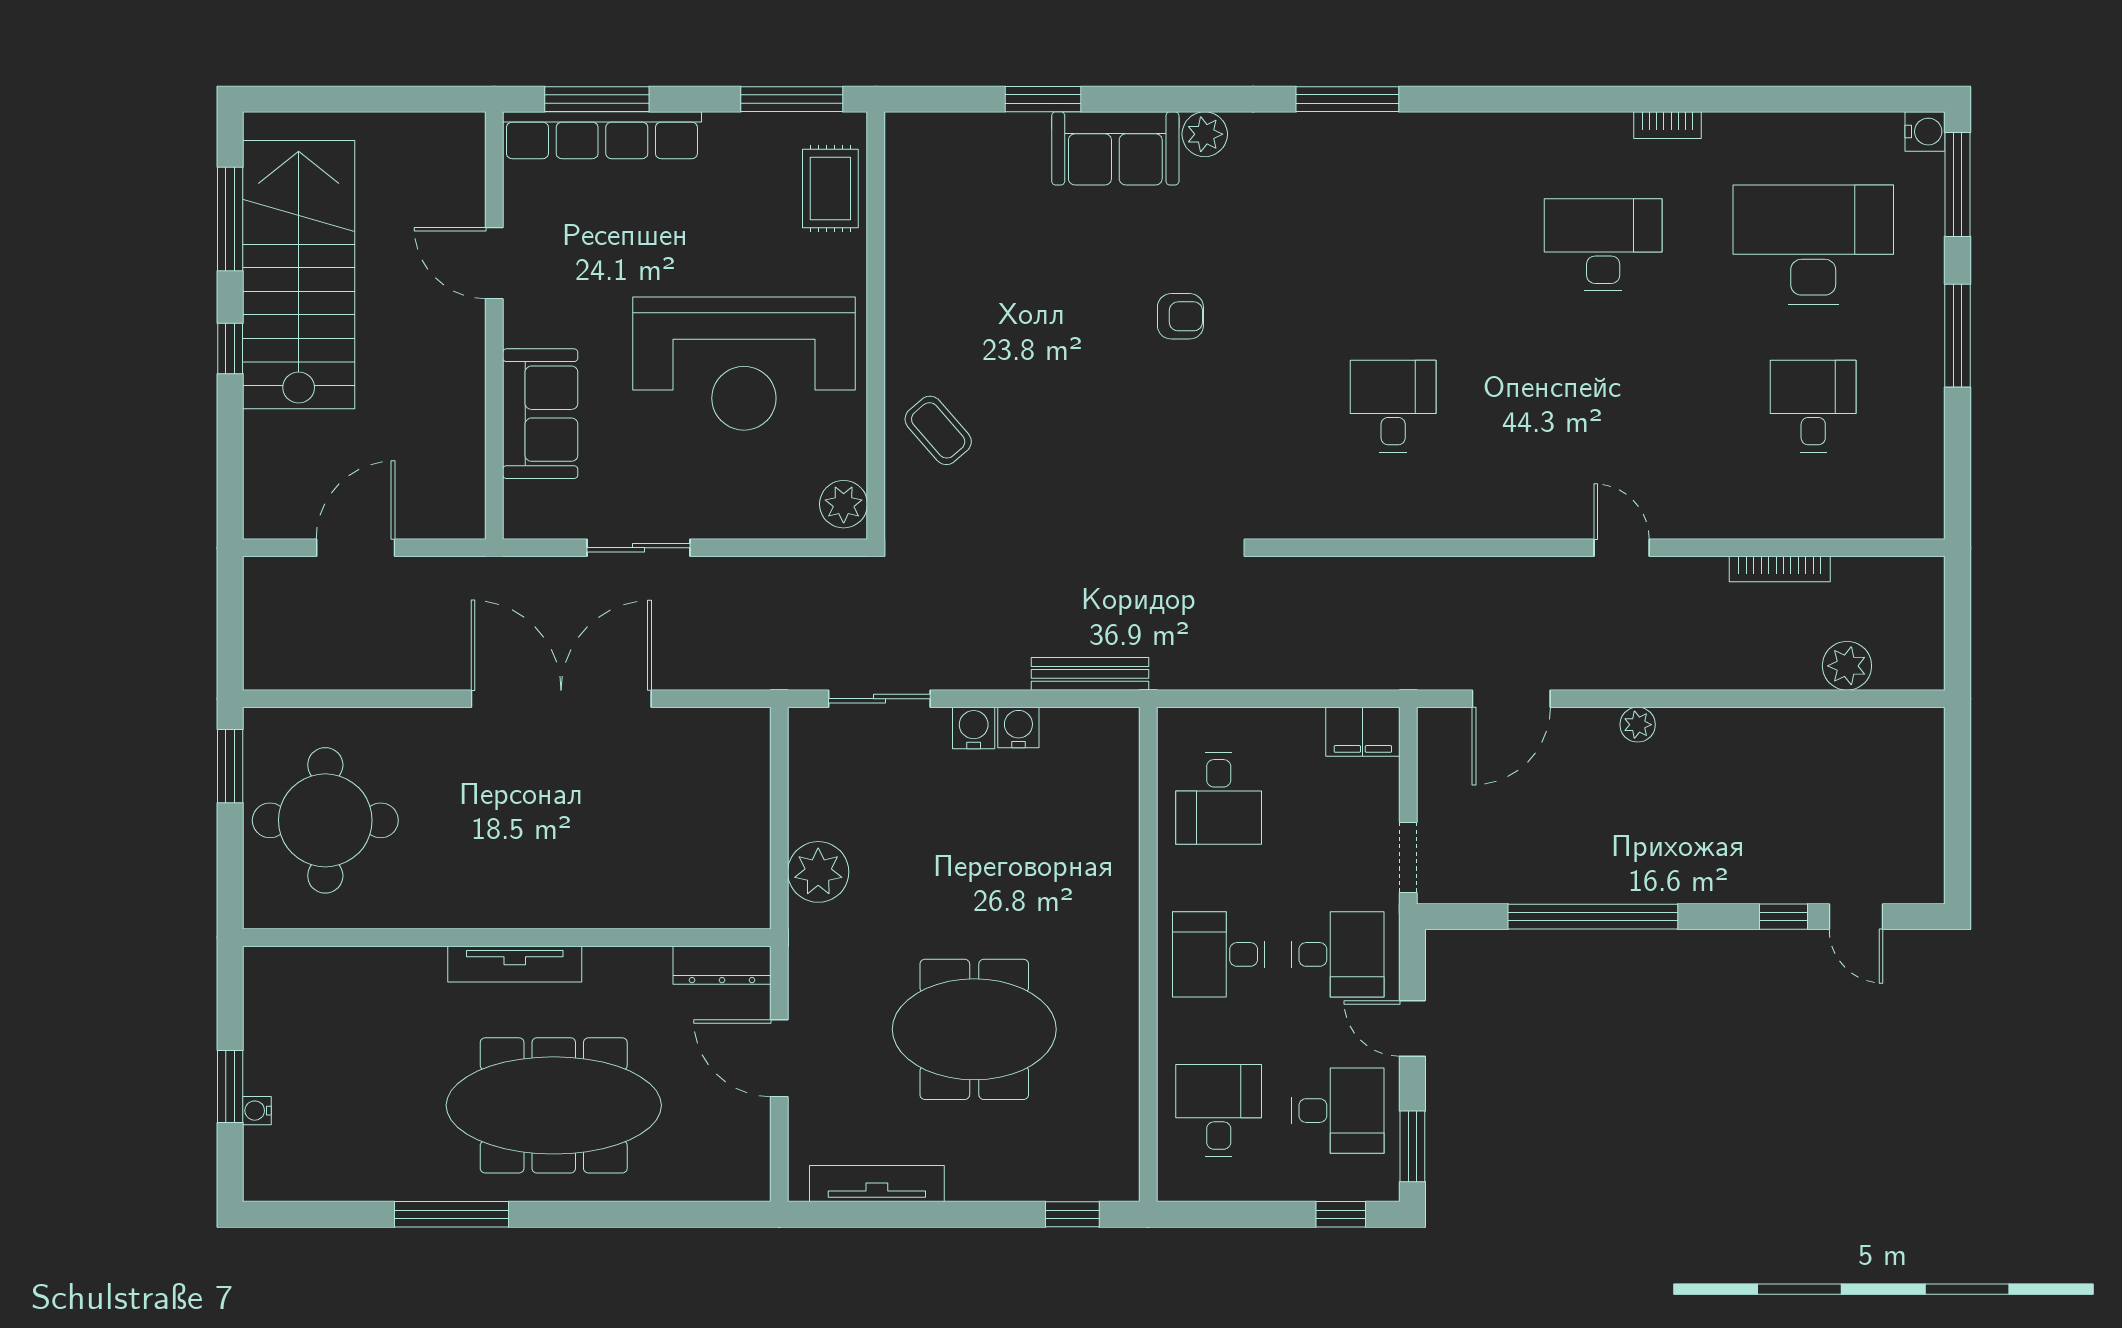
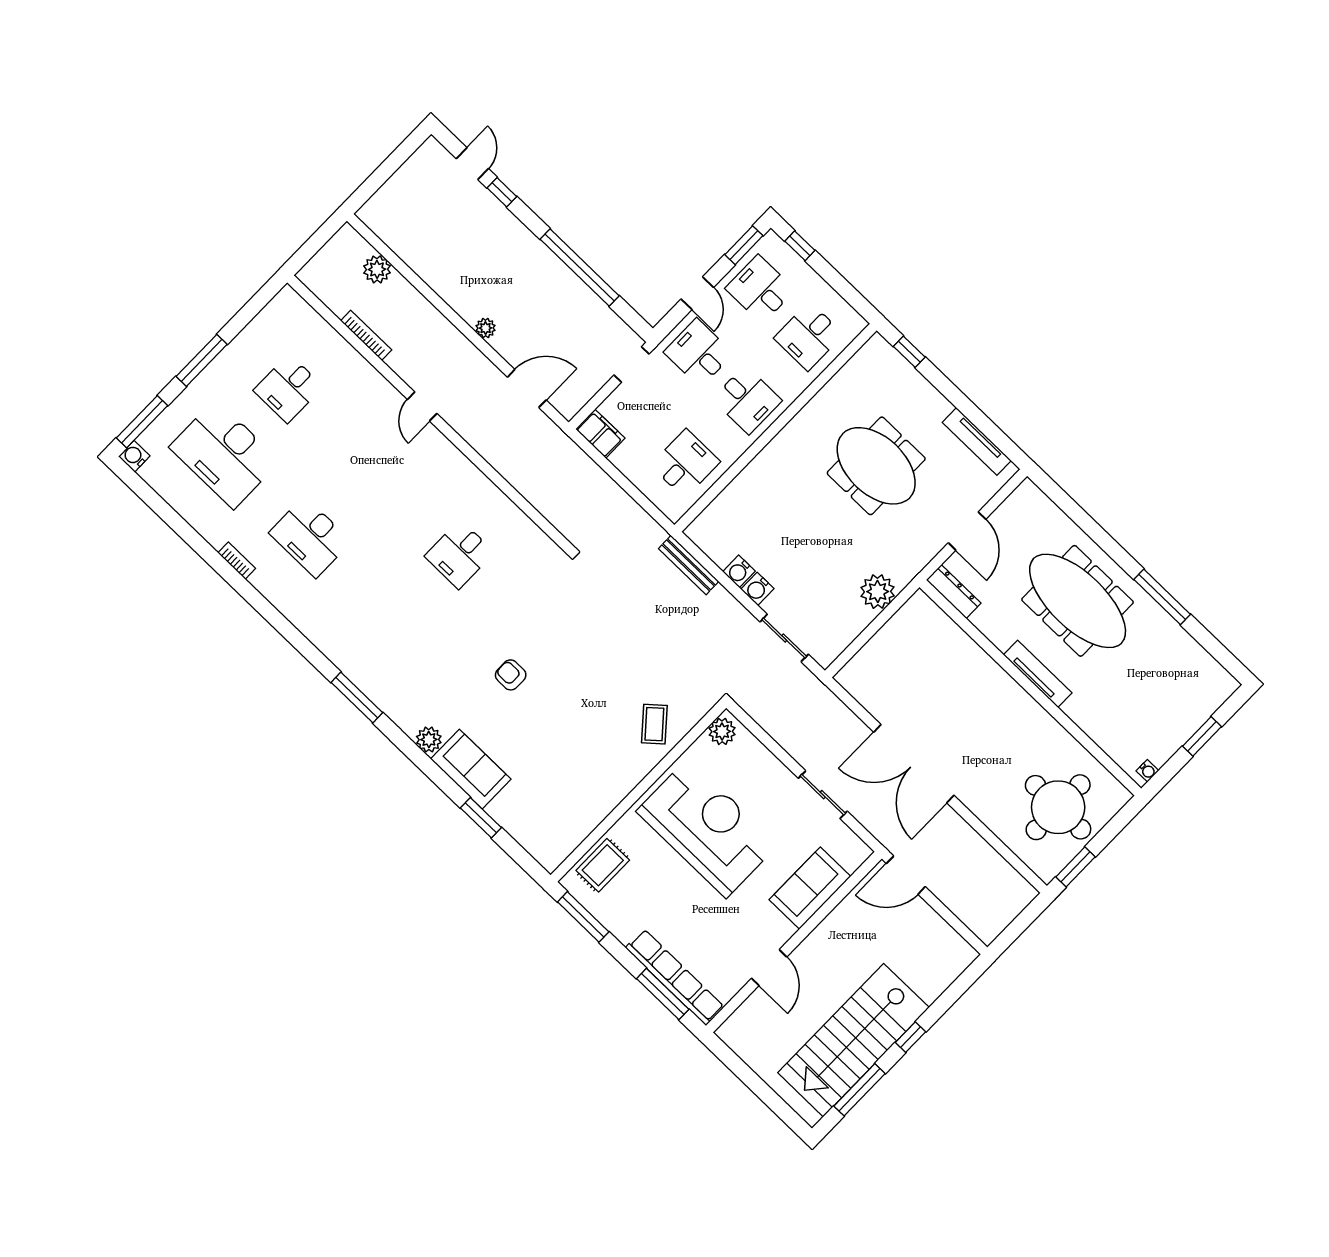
door: (356, 548) -> (906, 875), moved
water cooler: (257, 1111) -> (1147, 771), moved

